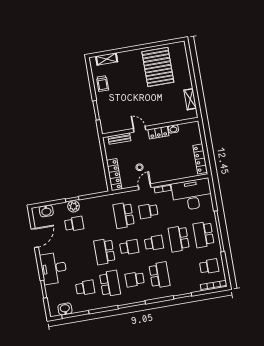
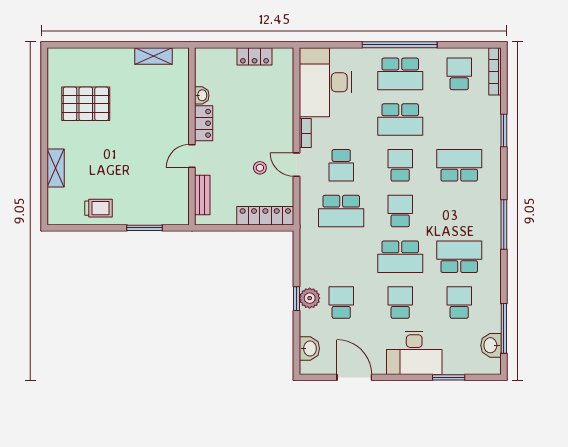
shelving: (107, 59) -> (56, 168), moved
pallet: (158, 67) -> (86, 104), width x0.73, depth x0.71
locker: (200, 159) -> (255, 56), width x0.66
school desk: (135, 279) -> (400, 303), moved, turned 180

